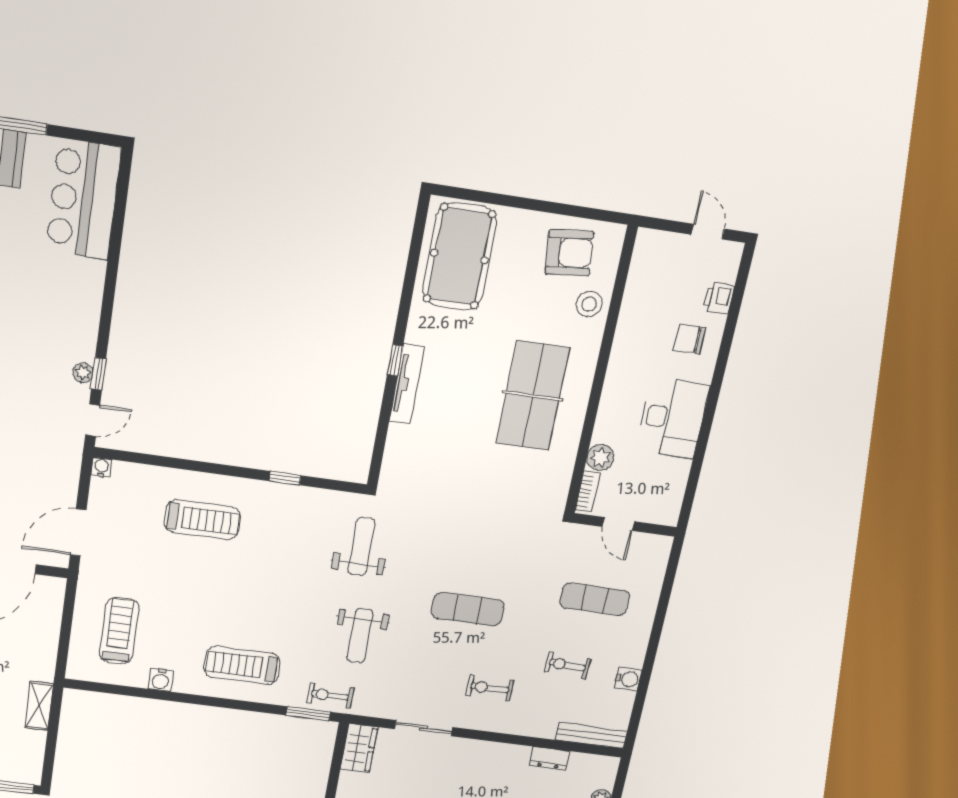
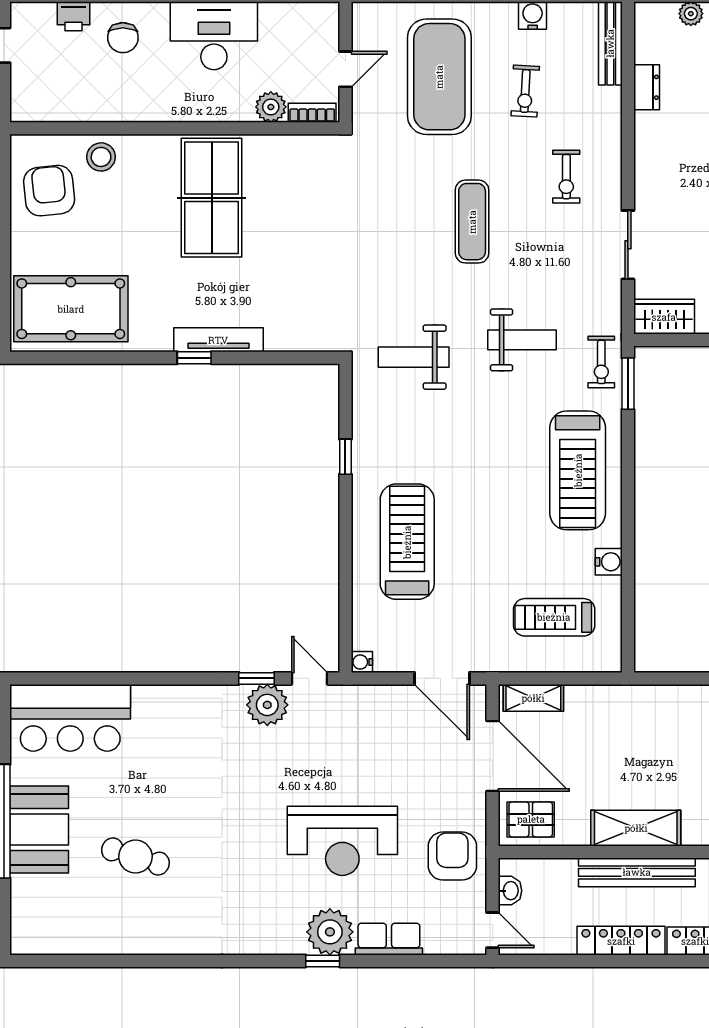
plant: (83, 373) -> (267, 705), width x1.87, depth x1.87
table tennis table: (533, 396) -> (212, 198), turned 90
treadmill: (202, 520) -> (407, 542), width x1.37, depth x1.38
exercise mat: (595, 599) -> (439, 77), width x2.00, depth x1.45
treadmill: (242, 665) -> (578, 470), width x1.37, depth x1.38
shelving: (39, 706) -> (533, 698), moved

